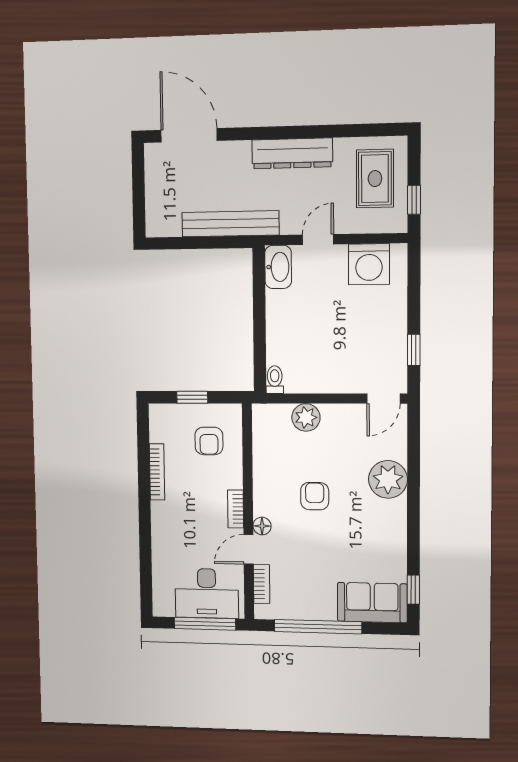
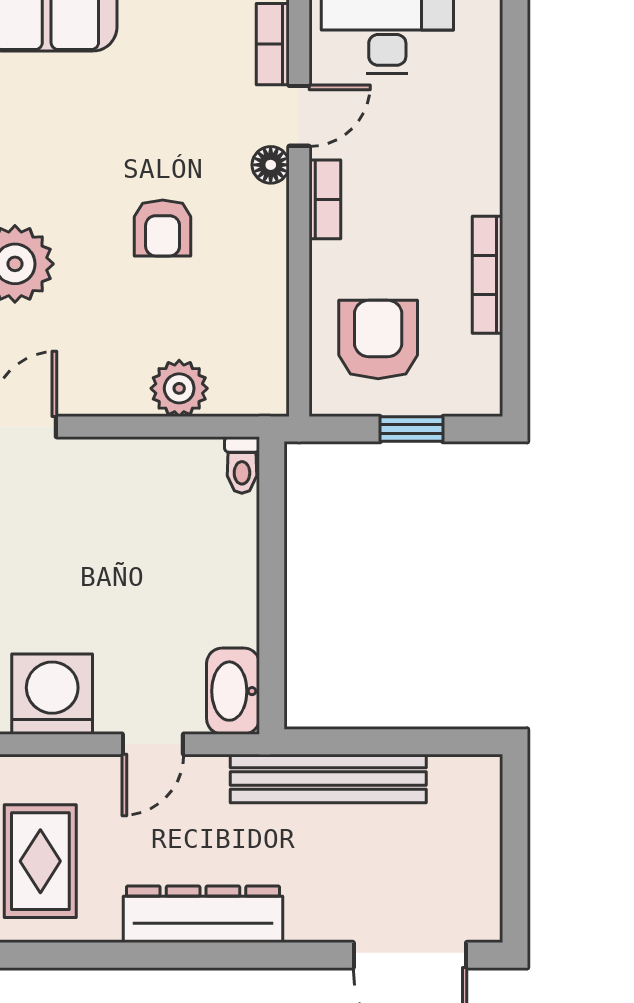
armchair: (209, 441) -> (378, 340), width x1.38, depth x1.38

